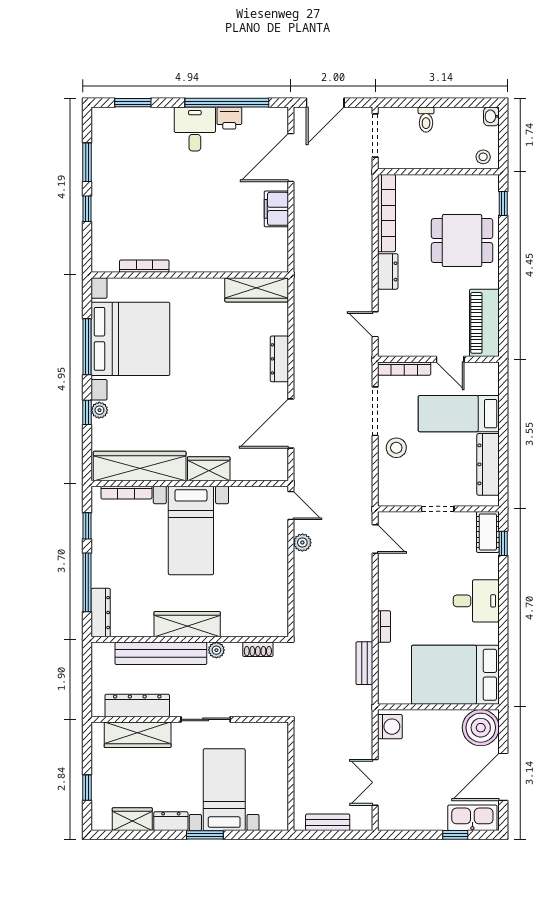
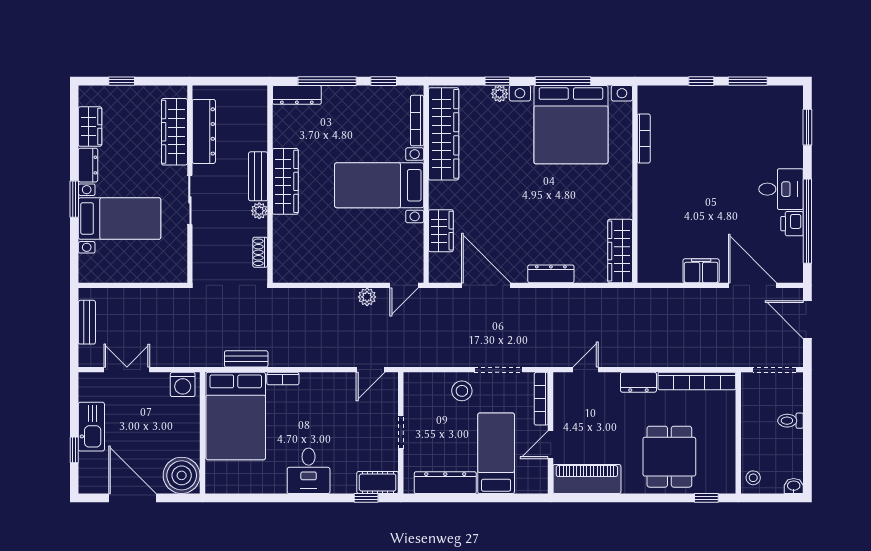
wardrobe: (209, 469) -> (441, 231), moved
bench: (161, 653) -> (258, 176), width x0.54, depth x0.82
bed: (455, 675) -> (236, 416), moved, turned 180
kitchen sink: (472, 818) -> (91, 427), moved

